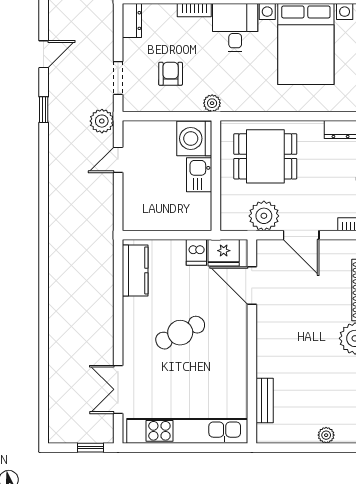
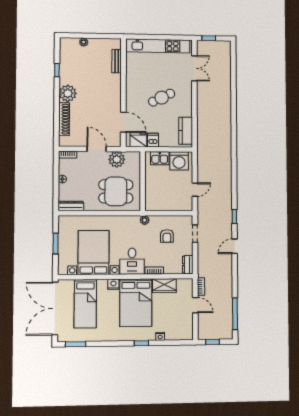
plant: (102, 121) -> (204, 210), removed
washing machine: (194, 138) -> (179, 161), moved, turned 90
kitchen sink: (199, 175) -> (160, 158), moved, turned 90

